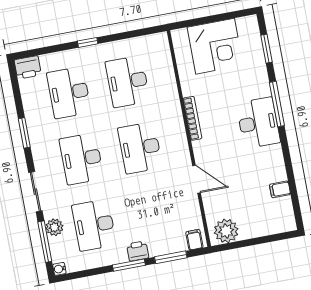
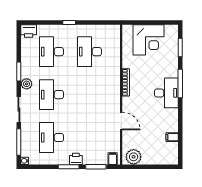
desk: (140, 148) -> (89, 95), removed
plant: (54, 227) -> (27, 84), moved

